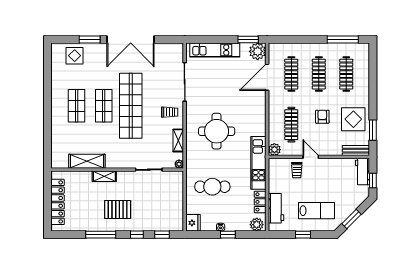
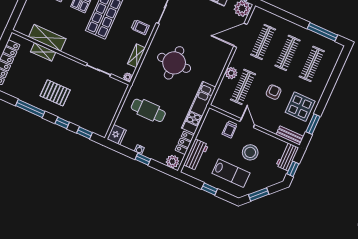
plant: (274, 150) -> (231, 73), moved
shelving: (104, 176) -> (43, 52), moved
stool: (326, 183) -> (250, 152), added

